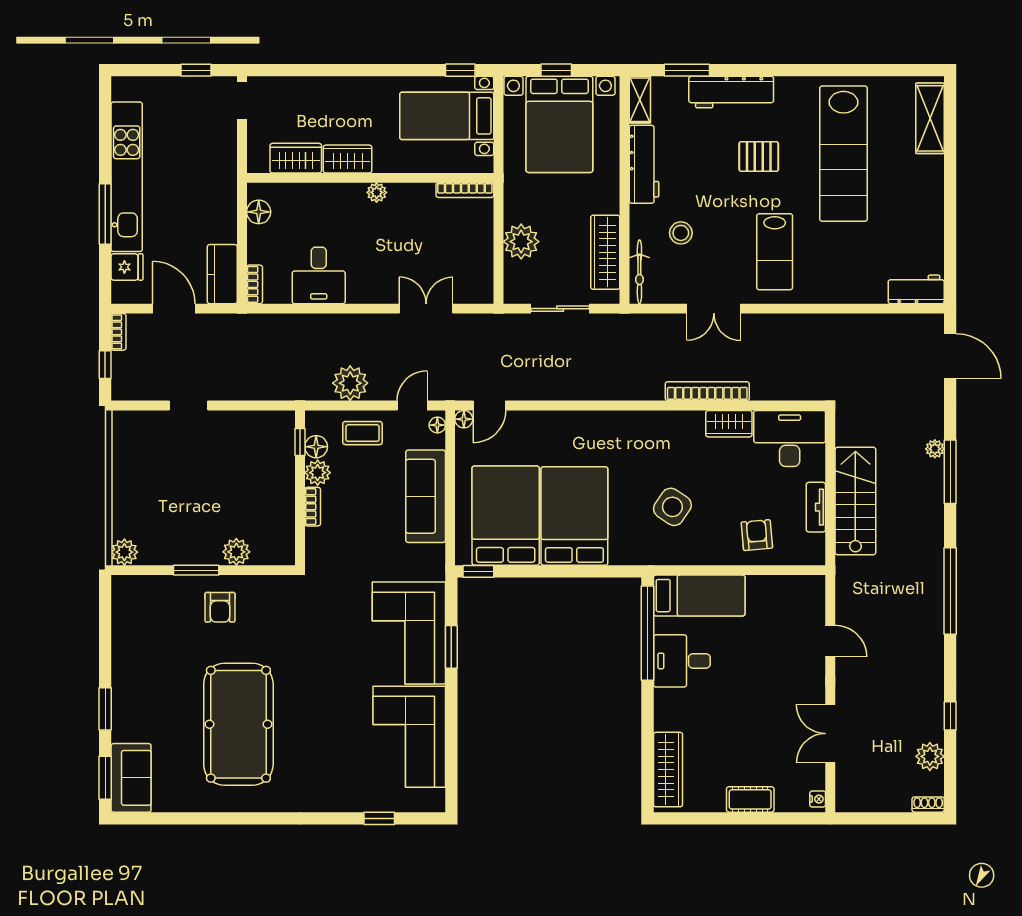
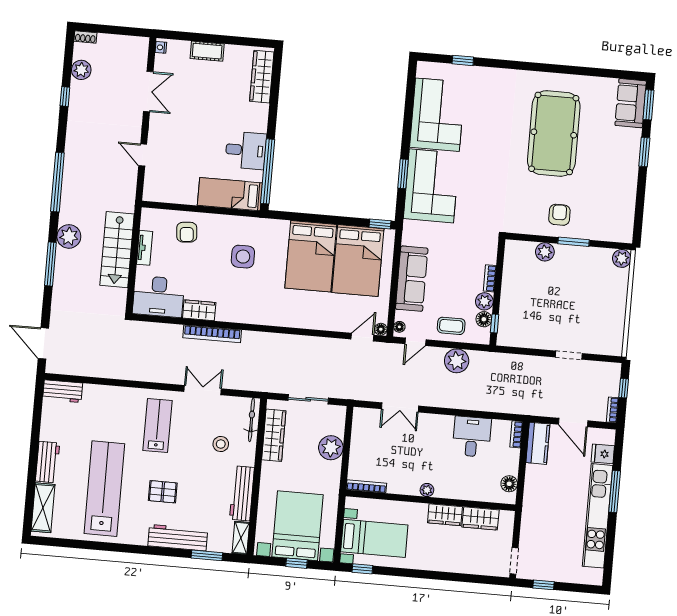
workbench: (929, 185) -> (48, 462), added
plant: (935, 449) -> (69, 236), moved, width x1.87, depth x1.87
side table: (672, 507) -> (243, 257), turned -34

